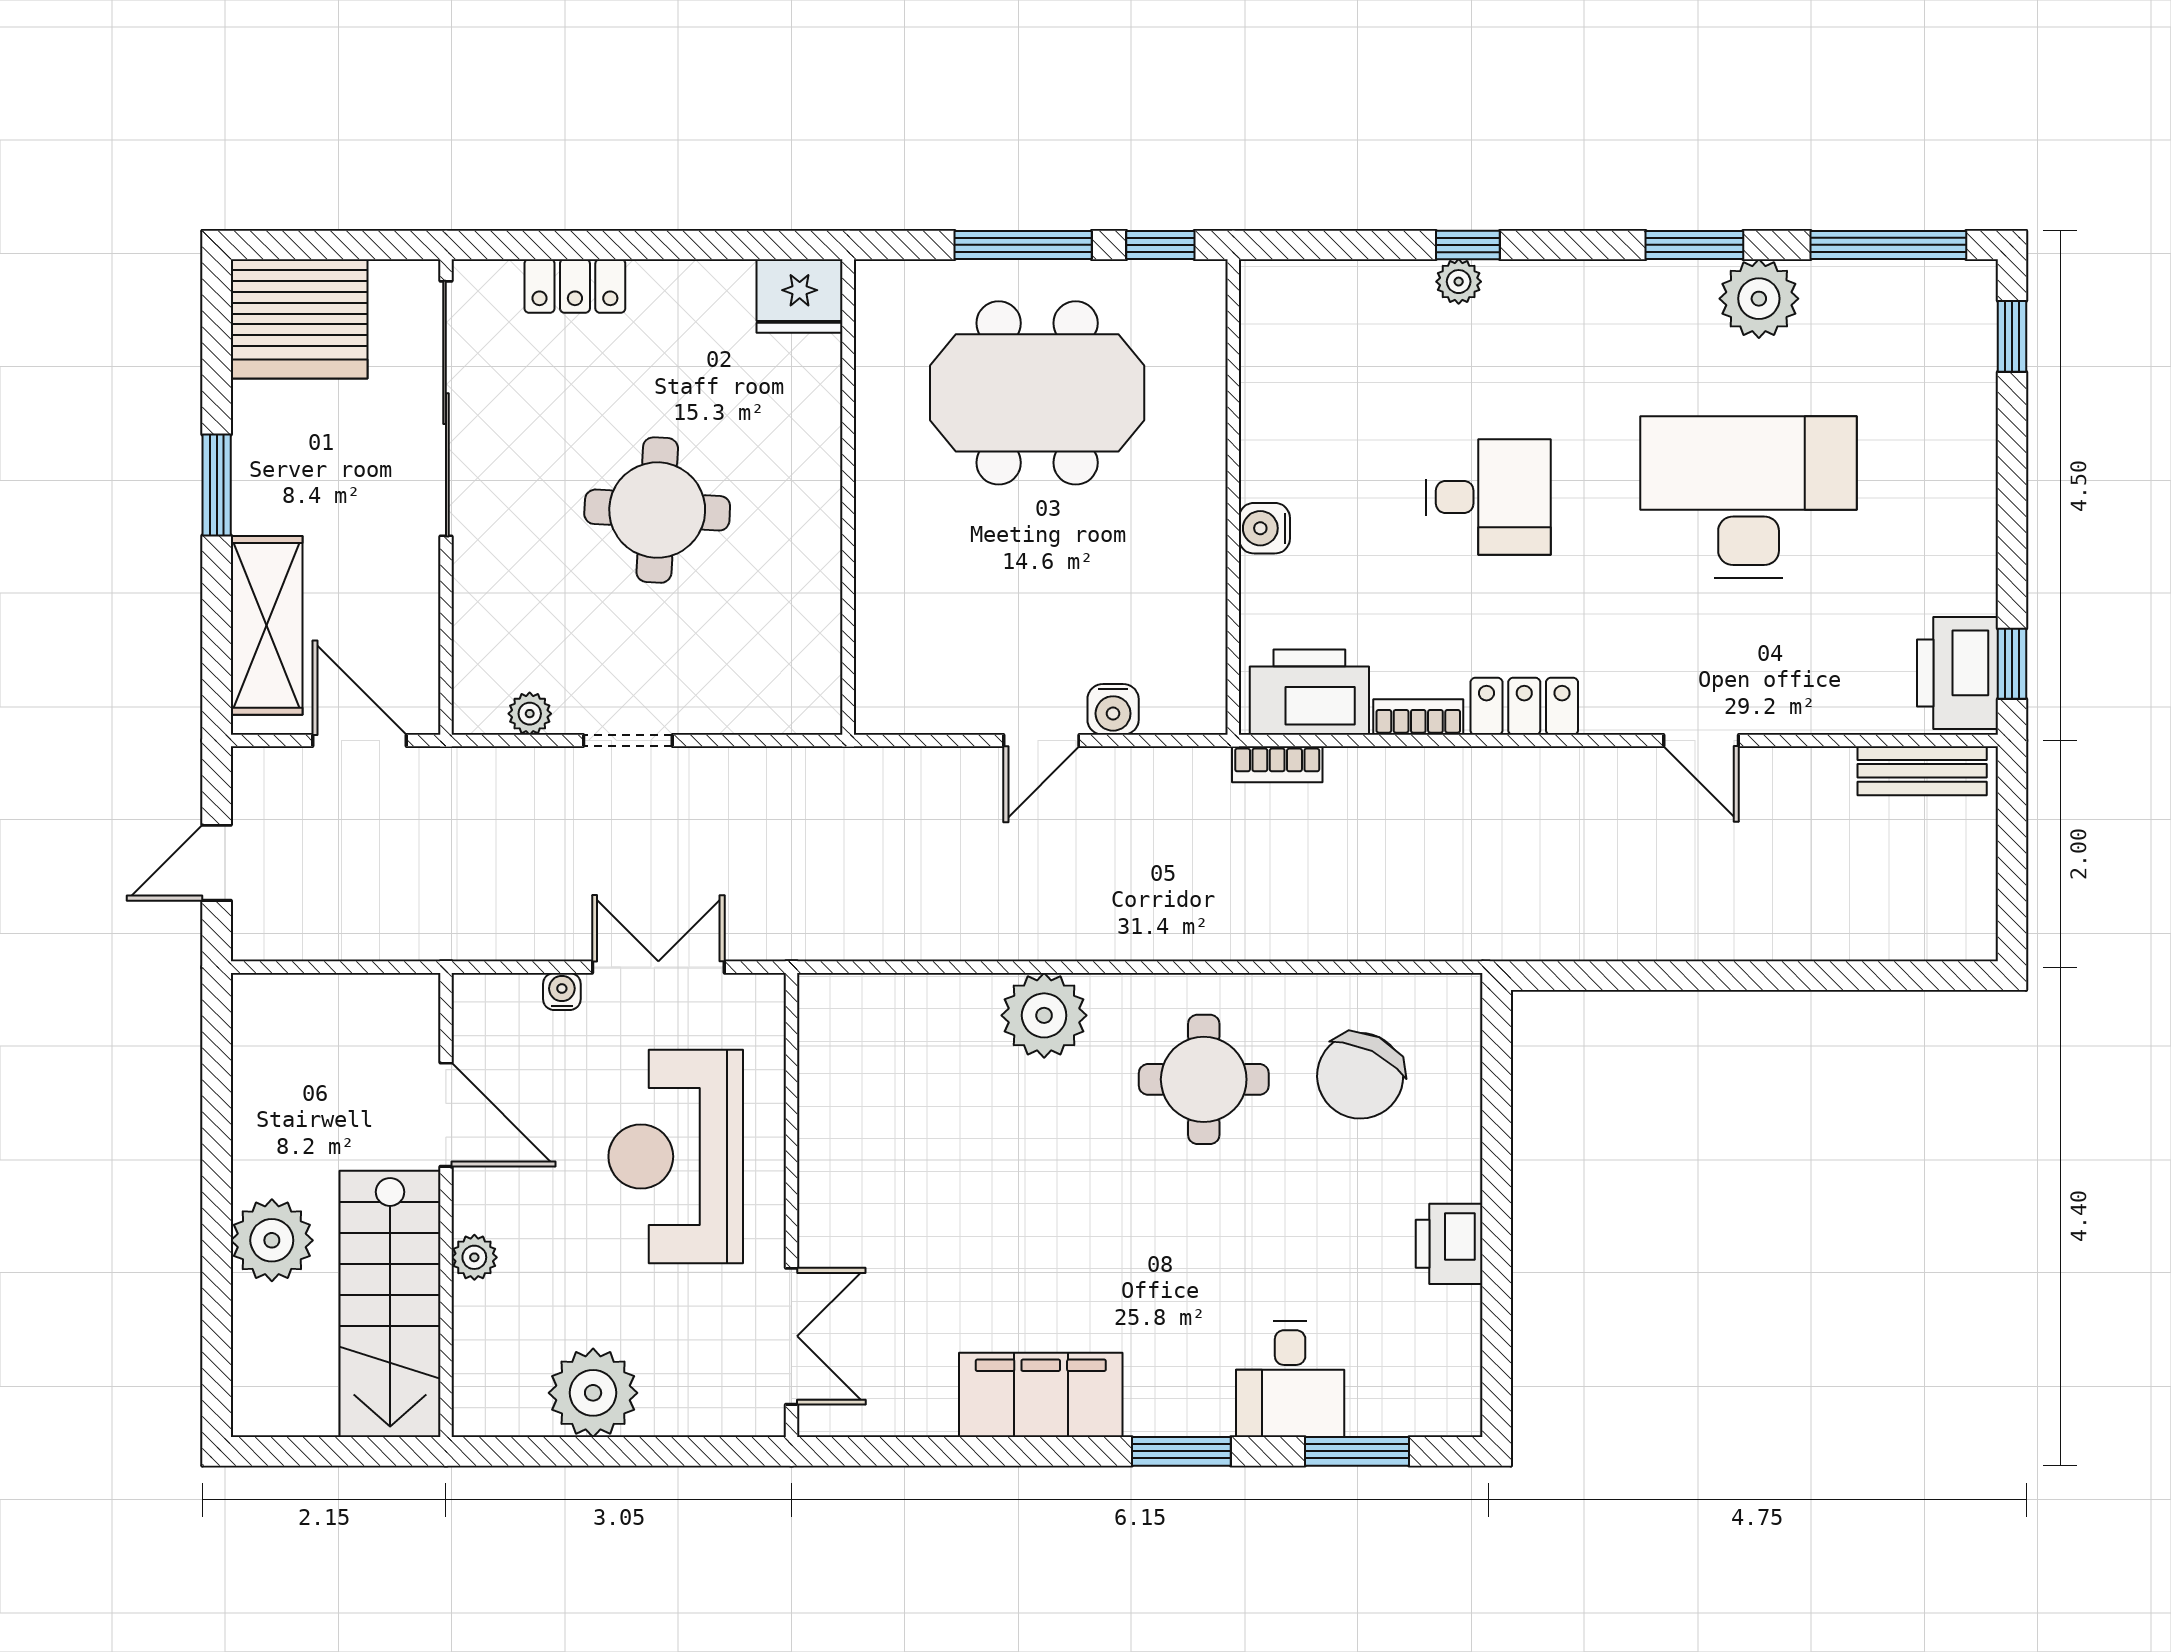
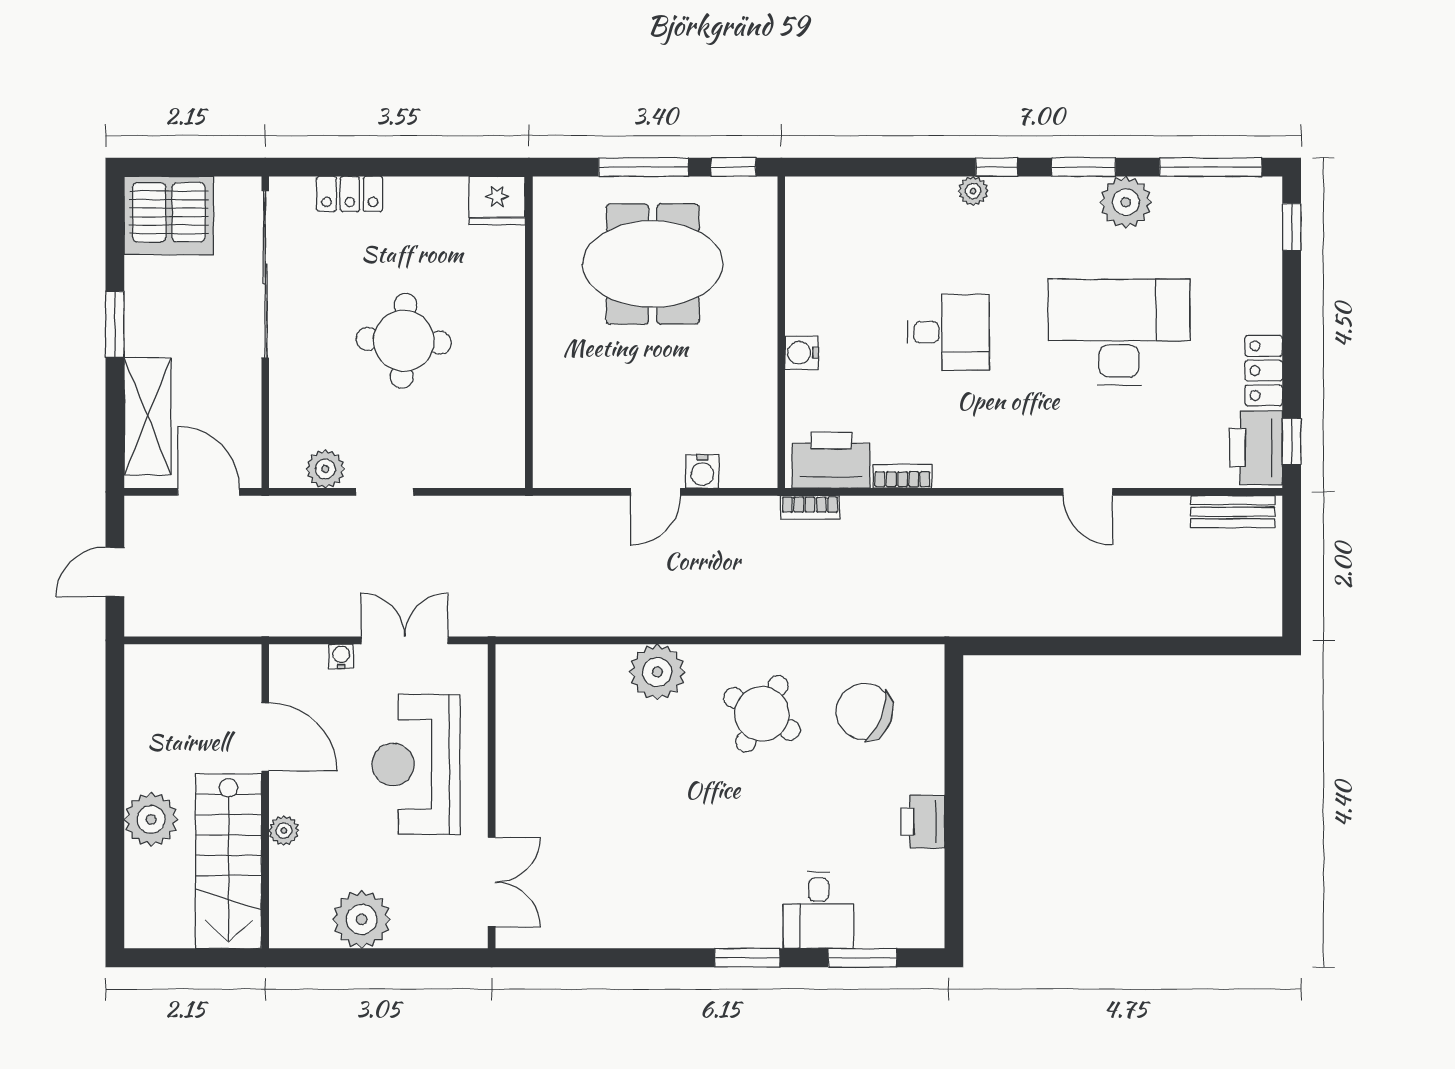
window: (1468, 245) -> (997, 167), moved
plant: (1459, 282) -> (973, 191), moved
locker: (1524, 706) -> (1264, 371), moved, turned -90
plant: (530, 714) -> (325, 469), width x1.38, depth x1.38
chair: (1360, 1076) -> (864, 712), turned 86
round table: (1204, 1079) -> (762, 714), turned 30
filing cabinet: (1041, 1395) -> (655, 921), removed

